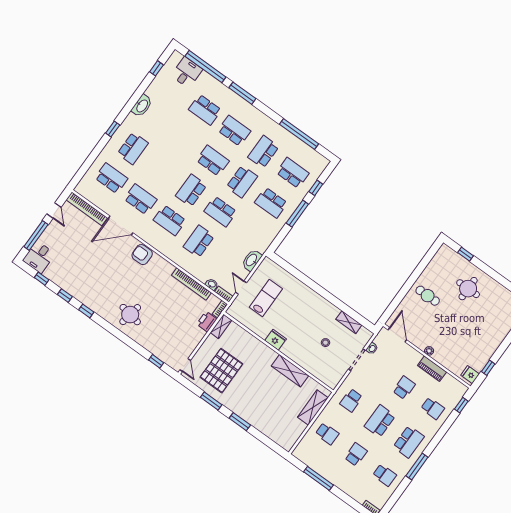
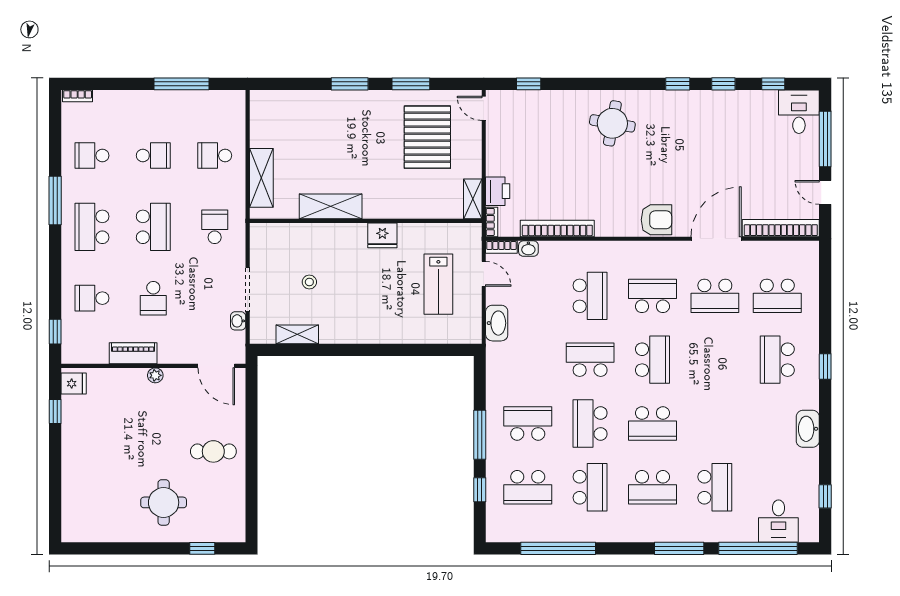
school desk: (205, 110) -> (715, 487), turned 90
school desk: (356, 454) -> (153, 156), turned -90

